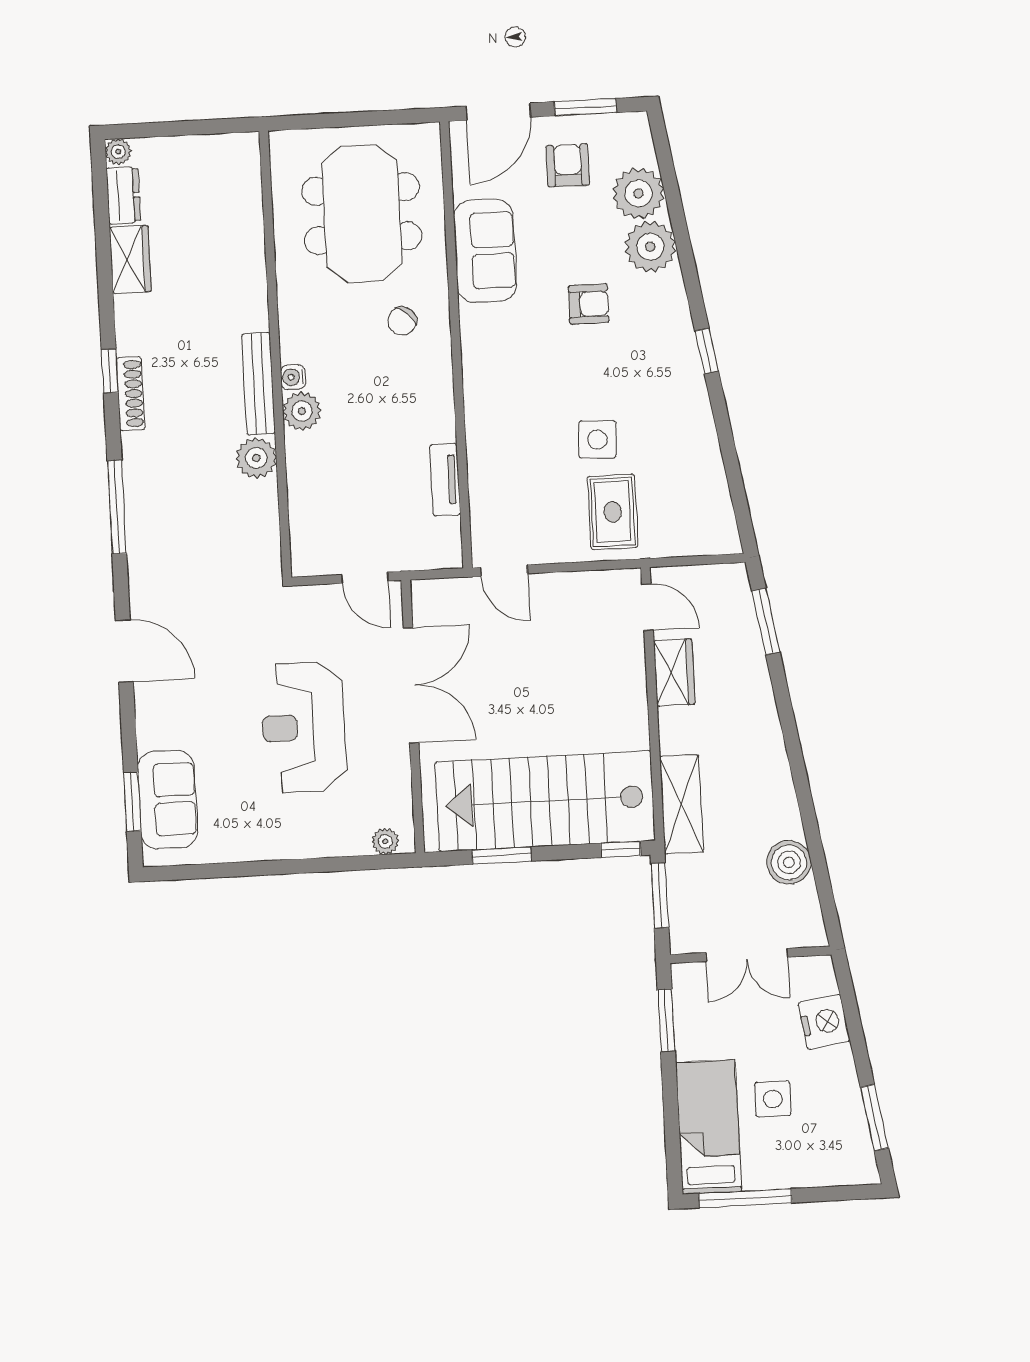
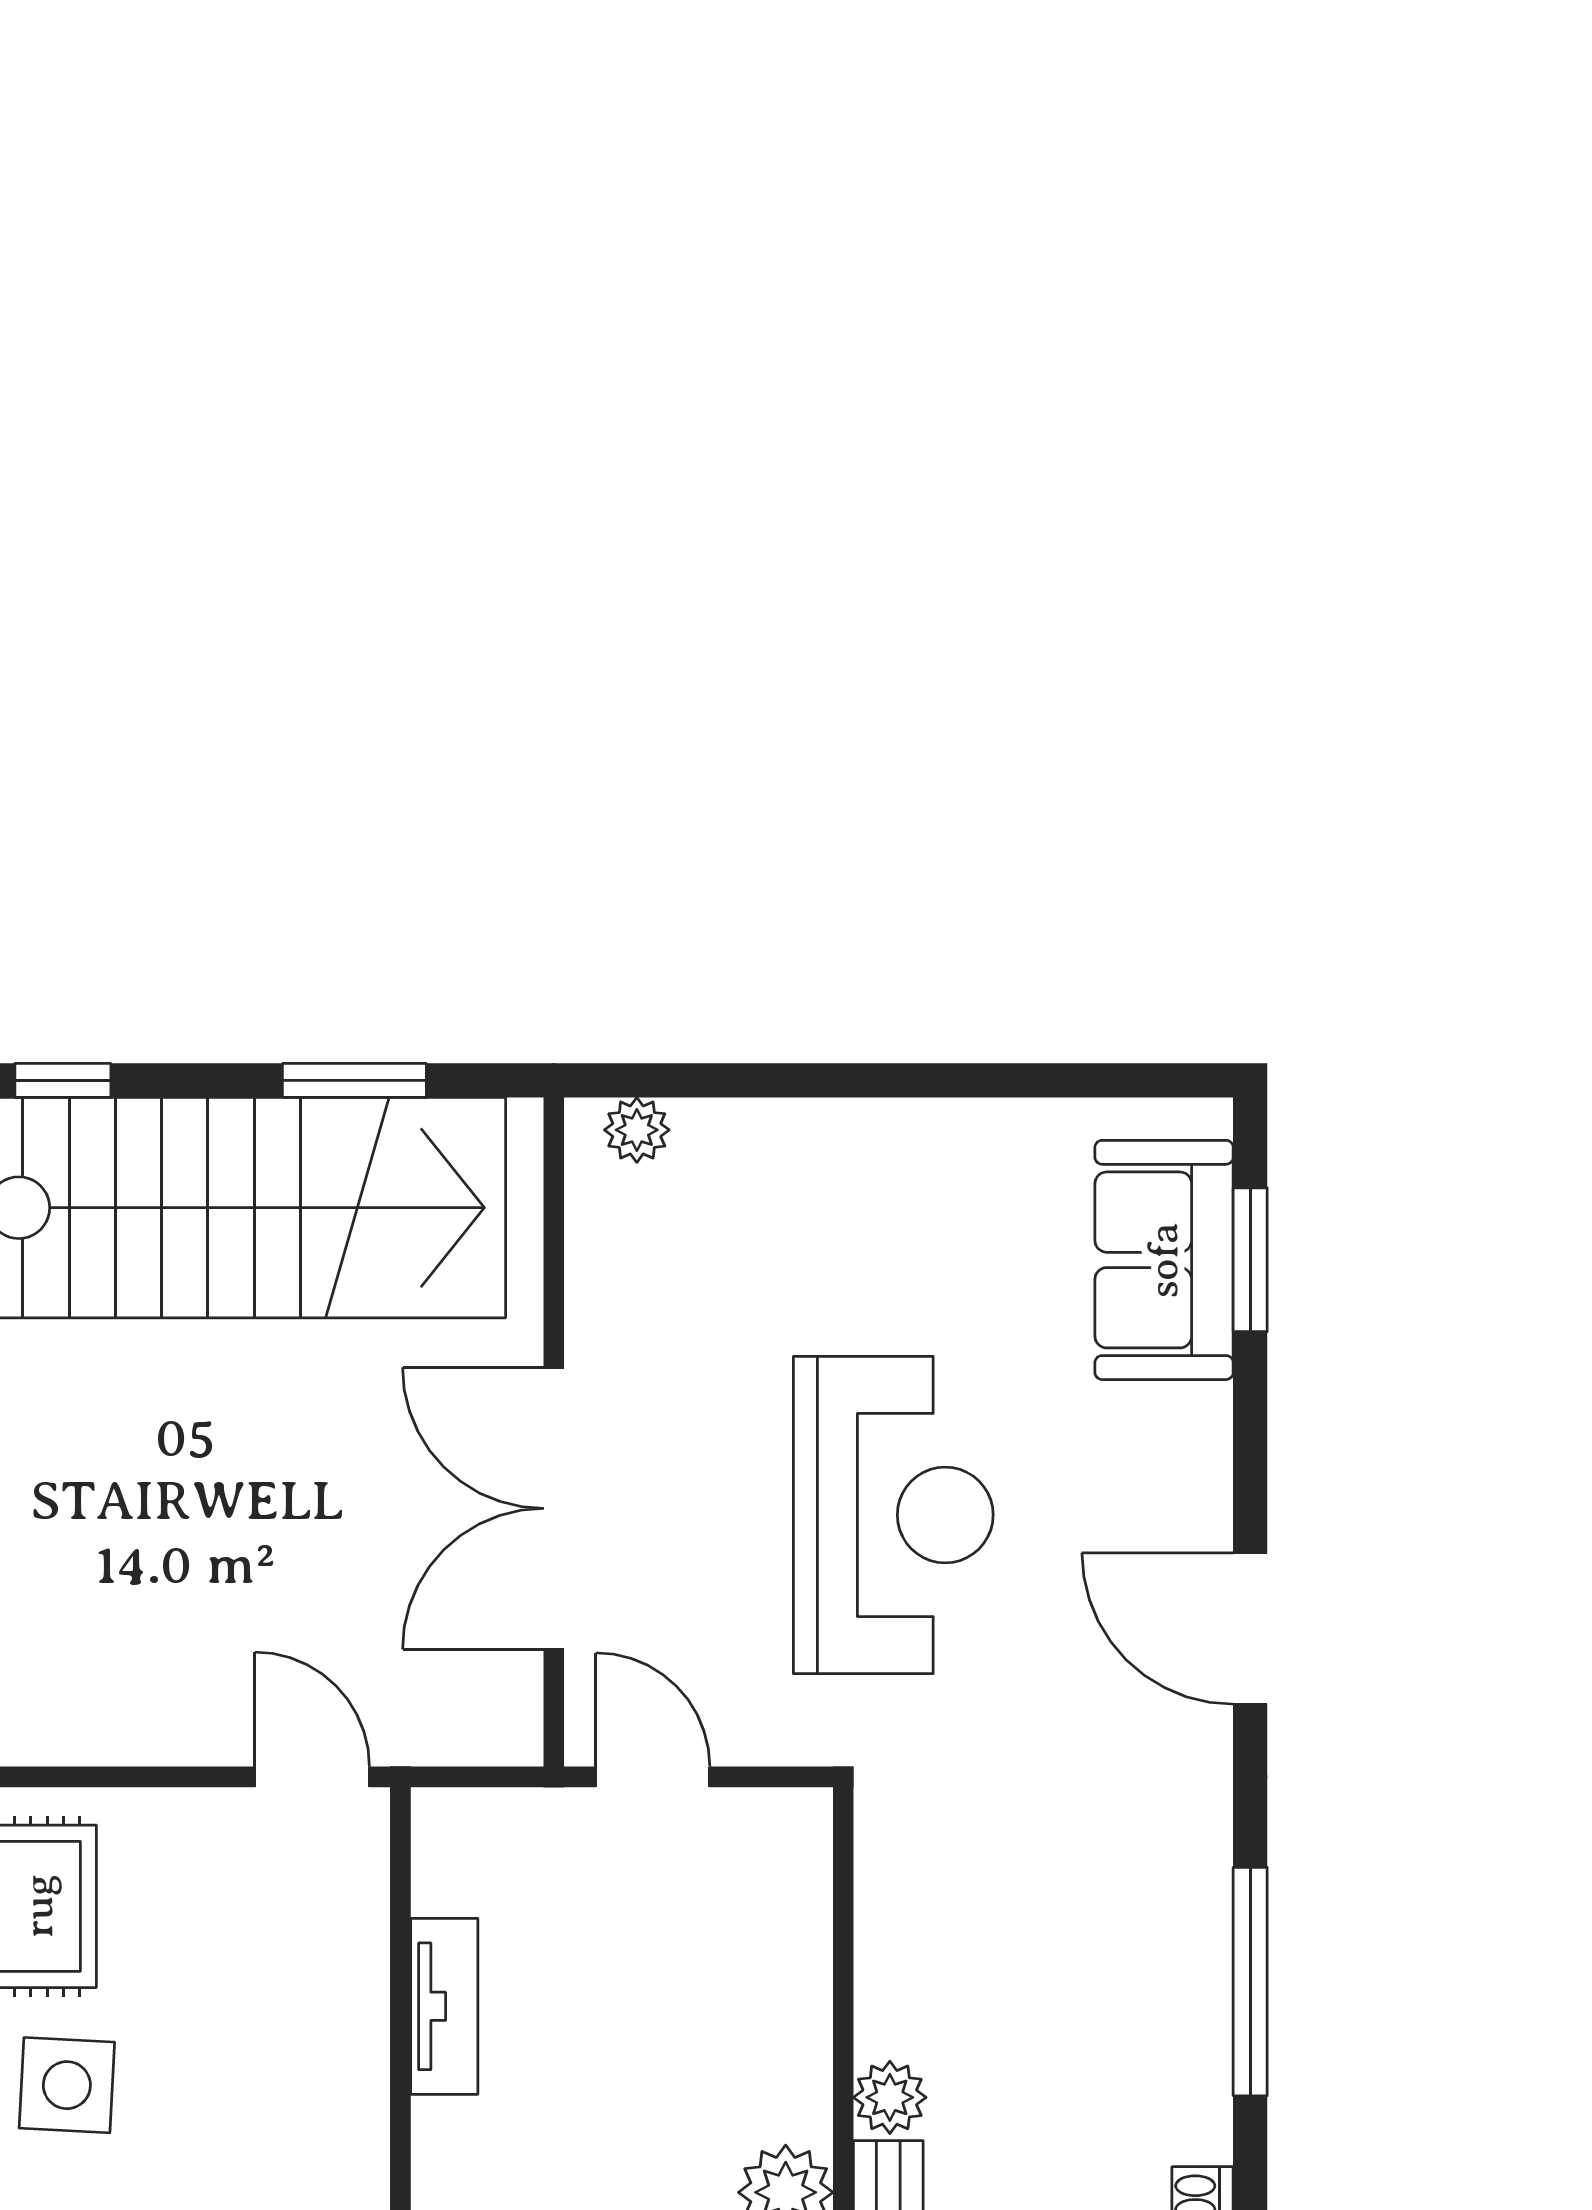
plant: (256, 458) -> (890, 2097), width x0.73, depth x0.73
reception desk: (304, 727) -> (893, 1515), moved

